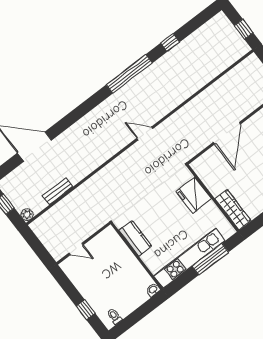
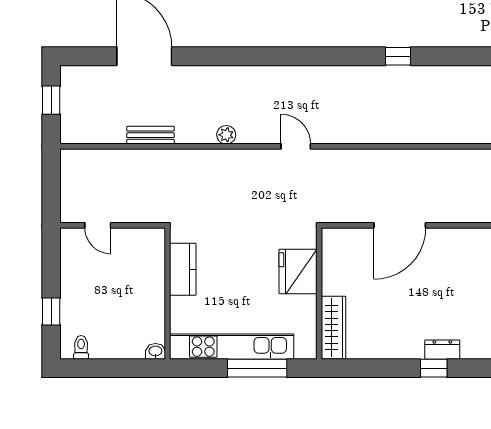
window: (170, 42) -> (398, 56), moved
window: (129, 74) -> (334, 56), removed
bench: (58, 191) -> (151, 135), moved
plant: (27, 215) -> (226, 135), moved

